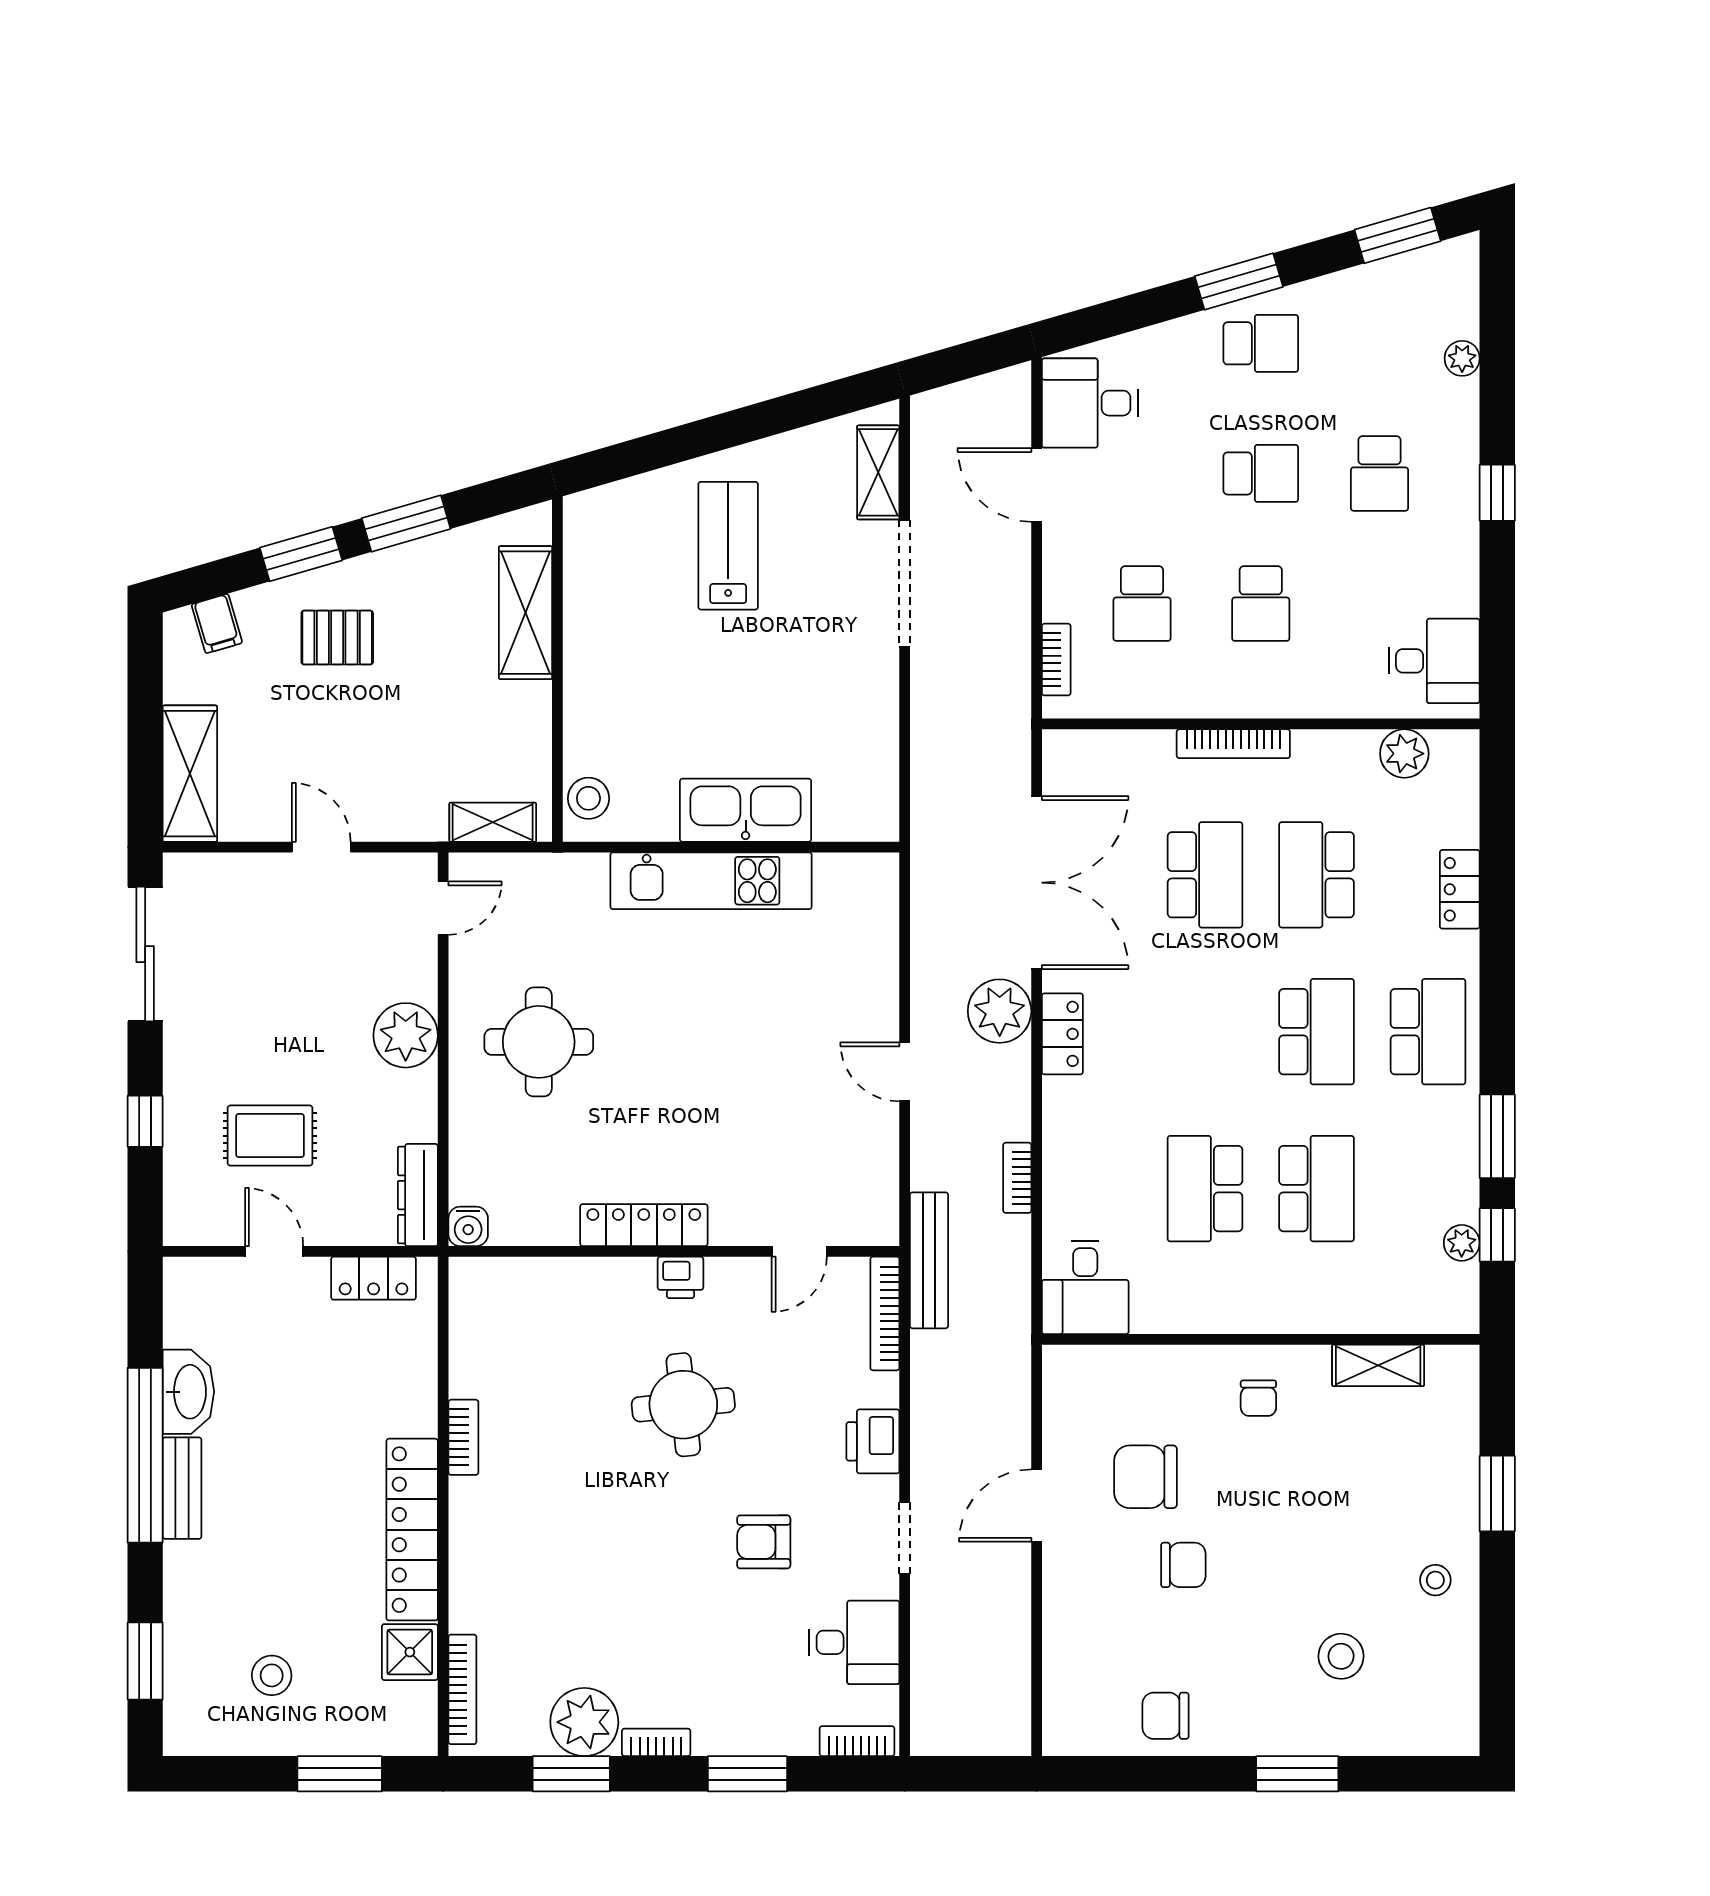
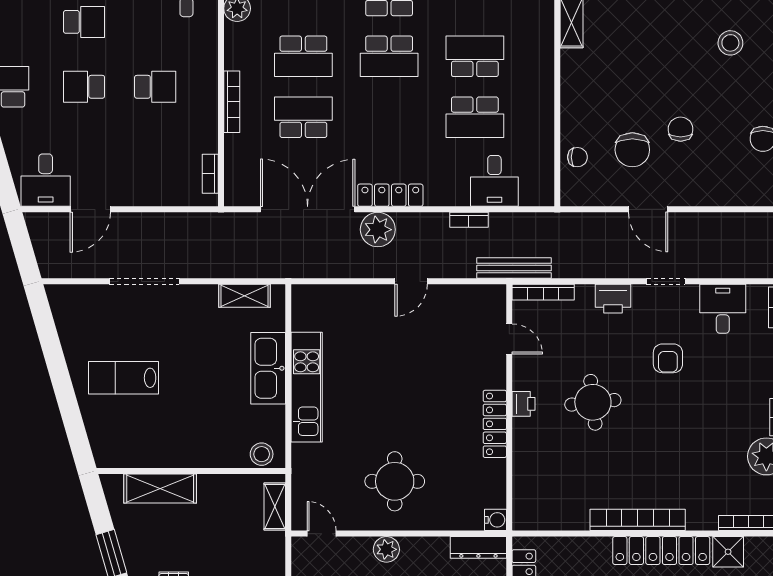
shelving: (878, 472) -> (244, 296), moved
school desk: (1261, 473) -> (84, 87), turned -90
school desk: (1142, 603) -> (155, 152), removed
bookcase: (1056, 660) -> (210, 174), moved, turned -90
school desk: (1316, 1032) -> (389, 56), turned 180
locker: (1062, 1034) -> (390, 195), width x1.53
plant: (406, 1035) -> (386, 549), width x0.73, depth x0.73
desk: (1085, 1287) -> (494, 181), moved, turned 90
chair: (1258, 1398) -> (577, 157), moved
bookcase: (463, 1437) -> (638, 520), width x2.31, depth x1.31

